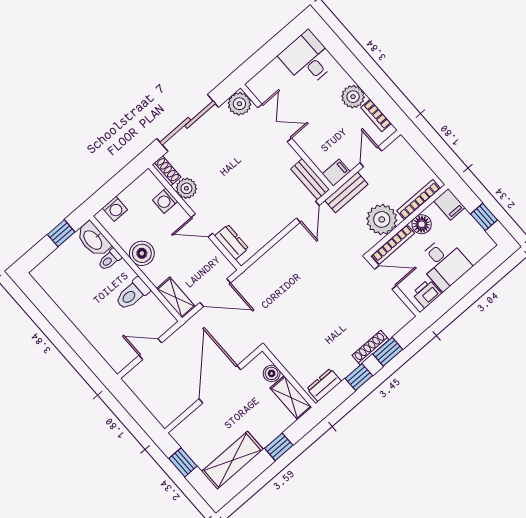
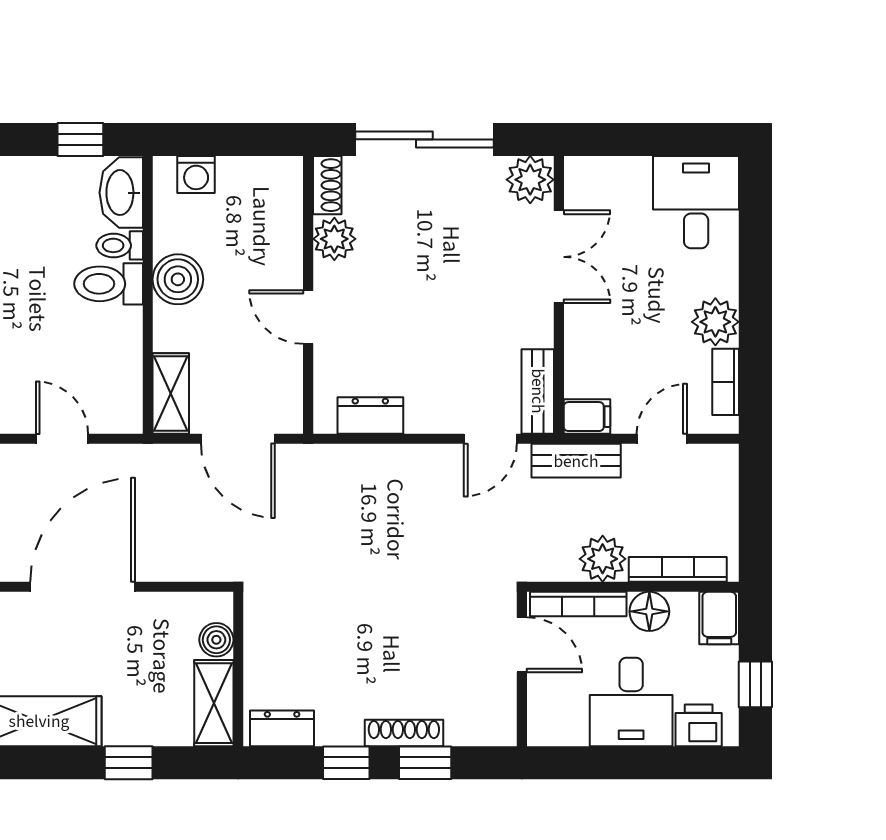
washing machine: (165, 201) -> (285, 229), removed
plant: (382, 219) -> (603, 559), width x0.73, depth x0.73
dresser: (231, 242) -> (370, 415), moved, turned -90
toilet: (132, 294) -> (109, 284), moved
printer: (427, 294) -> (699, 725), moved
door: (220, 384) -> (83, 587), moved

